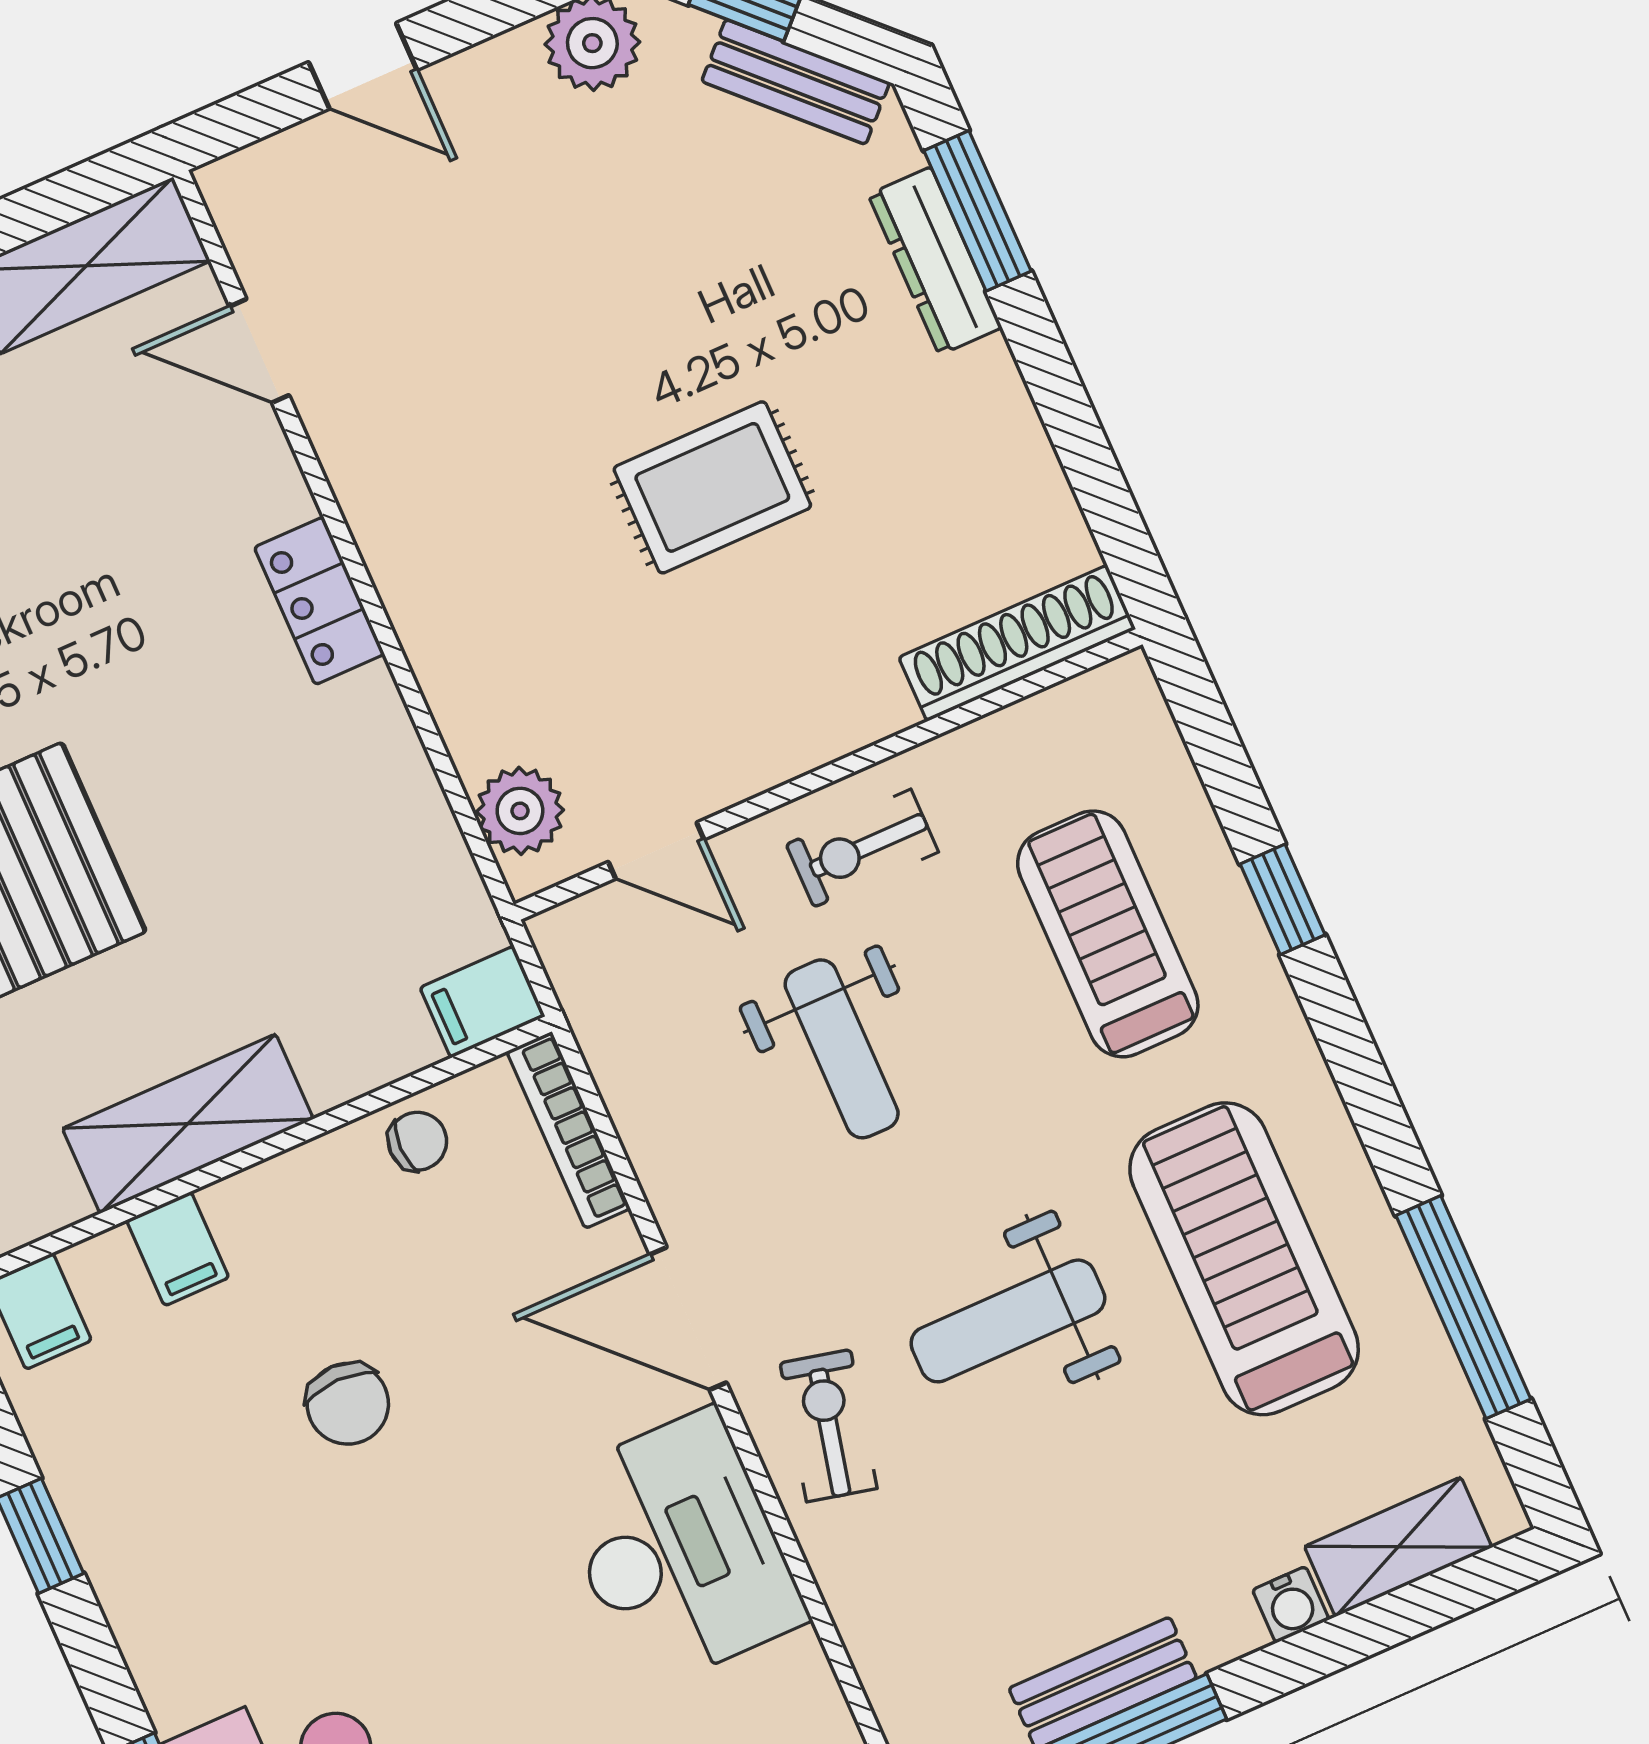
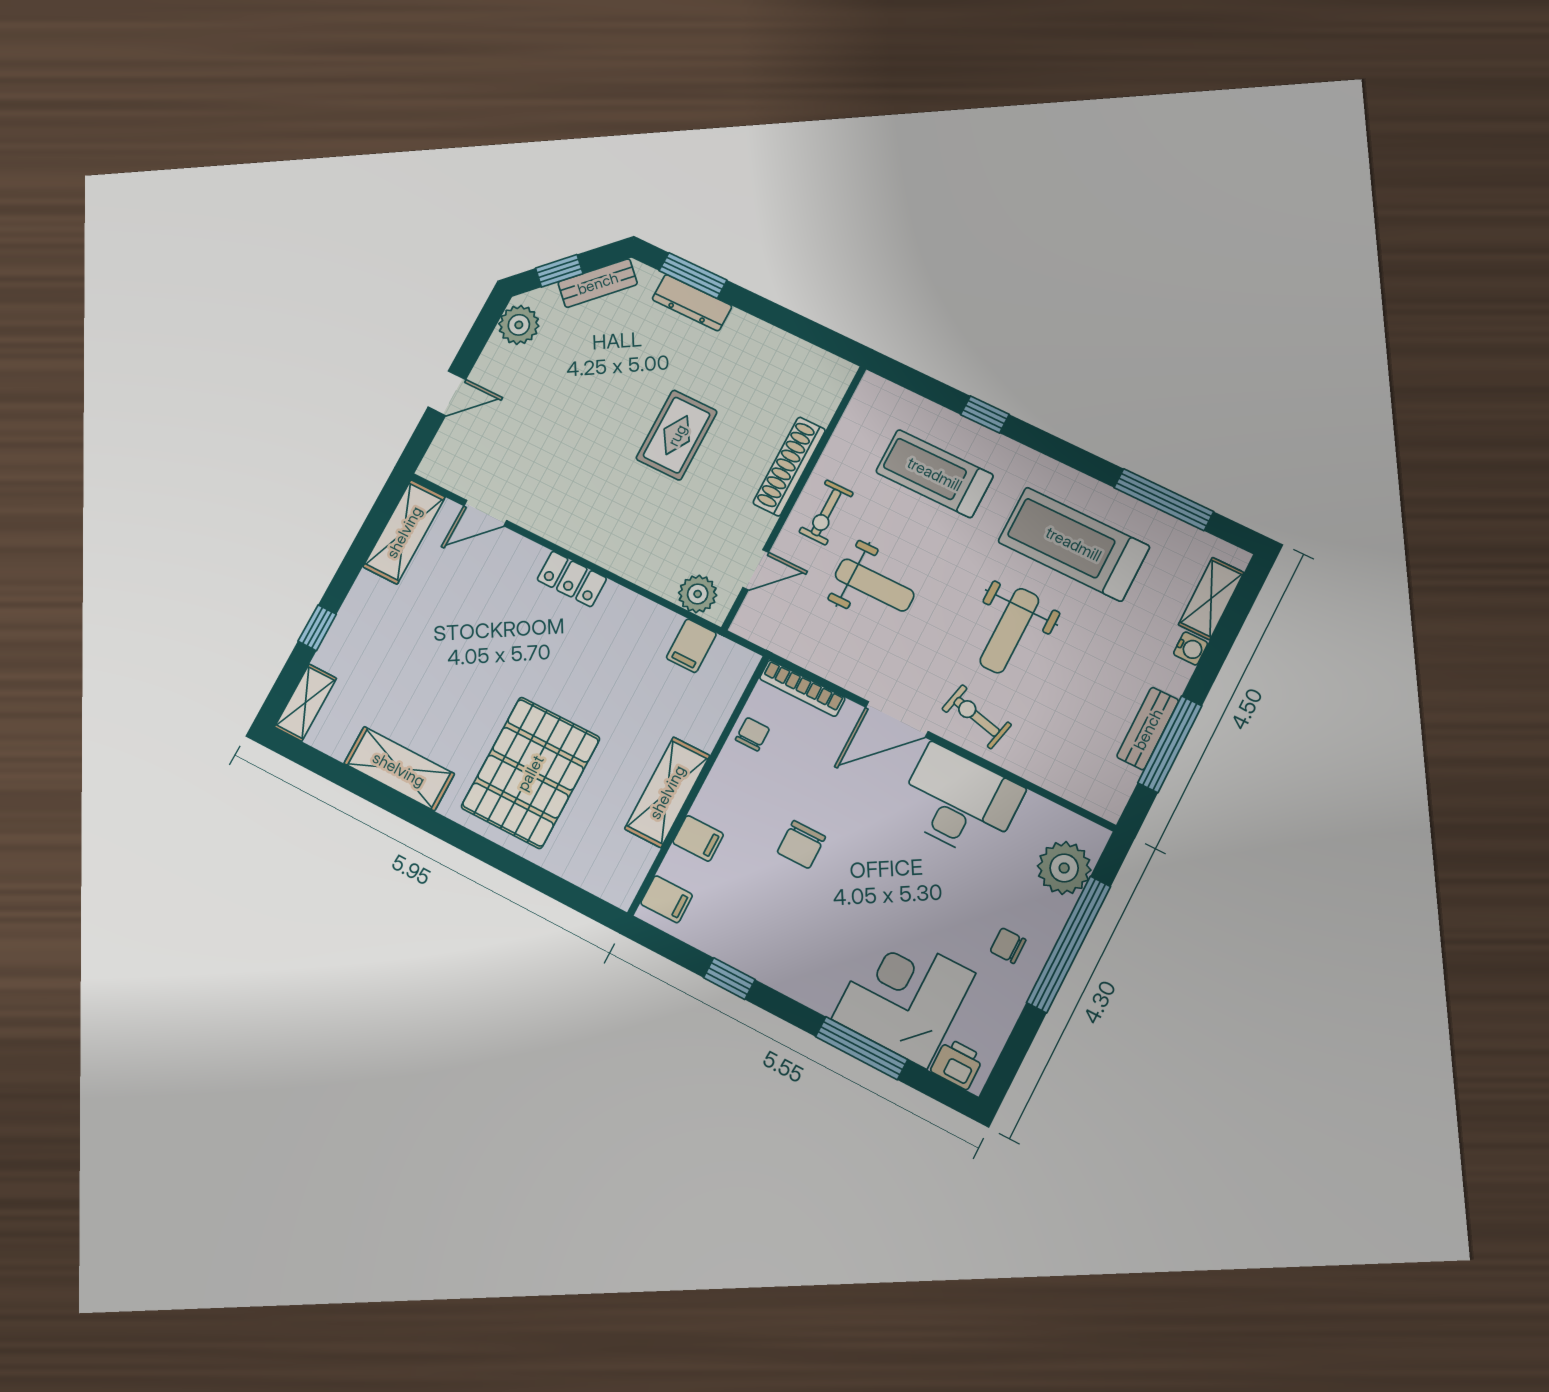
shoe rack: (1017, 643) -> (789, 467), moved
filing cabinet: (482, 1002) -> (691, 646), moved
chair: (348, 1404) -> (801, 845), turned 90

